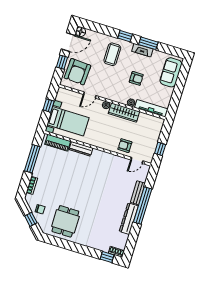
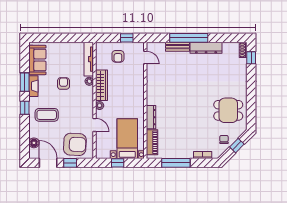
floor lamp: (81, 32) -> (34, 143), moved
sofa: (171, 72) -> (37, 60), moved, turned -90
armchair: (125, 146) -> (118, 56), moved

